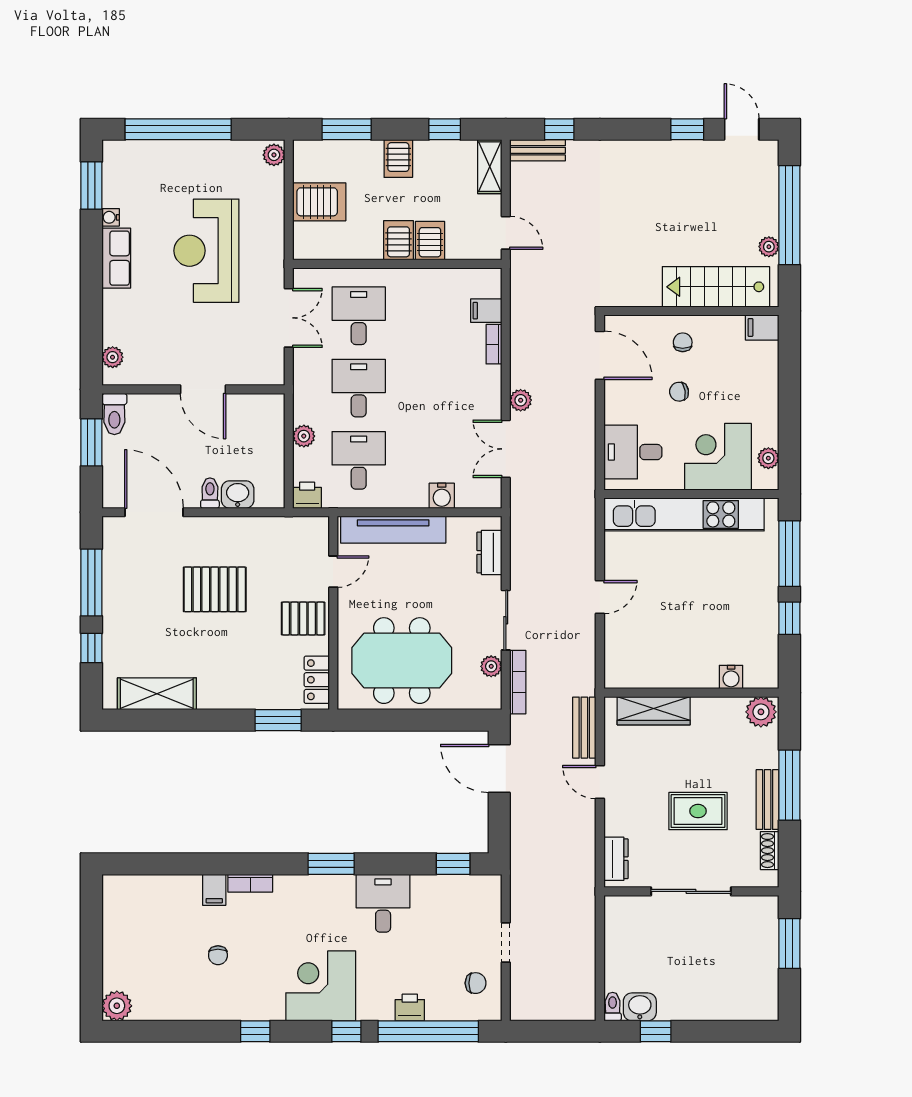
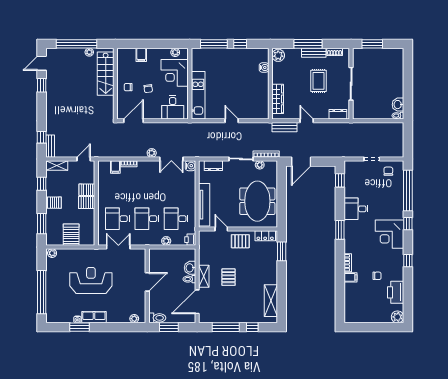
window: (91, 185) -> (79, 327), moved
reception desk: (206, 251) -> (91, 281), turned 180
filing cabinet: (762, 327) -> (141, 55), moved
water cooler: (442, 496) -> (190, 166), moved
kitchen unit: (684, 514) -> (198, 95), width x0.73
shelving: (217, 529) -> (204, 276), added
pallet: (215, 589) -> (228, 277), width x0.67, depth x0.71
pallet: (303, 618) -> (240, 241), turned 90
door: (600, 782) -> (307, 121), swing flipped
printer: (410, 1007) -> (396, 292), moved, width x1.87, depth x1.48
window: (656, 1031) -> (408, 98), removed

